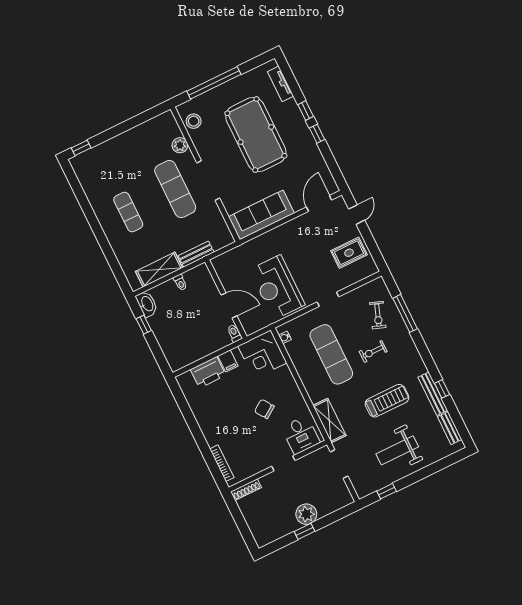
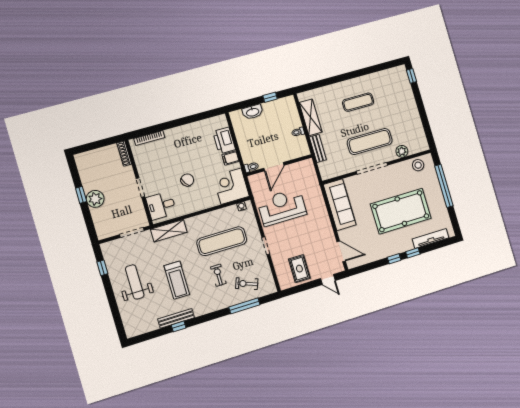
tv unit: (281, 84) -> (431, 238), width x1.41
washbasin: (147, 304) -> (253, 112), moved
bench: (450, 428) -> (146, 328), removed

